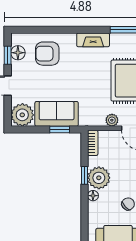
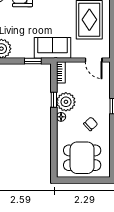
sofa: (57, 114) -> (52, 48), moved
plant: (112, 120) -> (77, 53), removed

